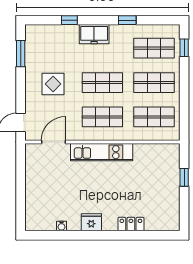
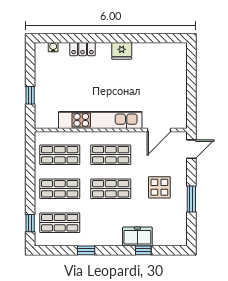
freezer: (94, 34) -> (137, 237), moved
window: (21, 54) -> (191, 199), moved
kitchen unit: (102, 152) -> (100, 120), width x1.36
water cooler: (61, 226) -> (53, 47), moved

